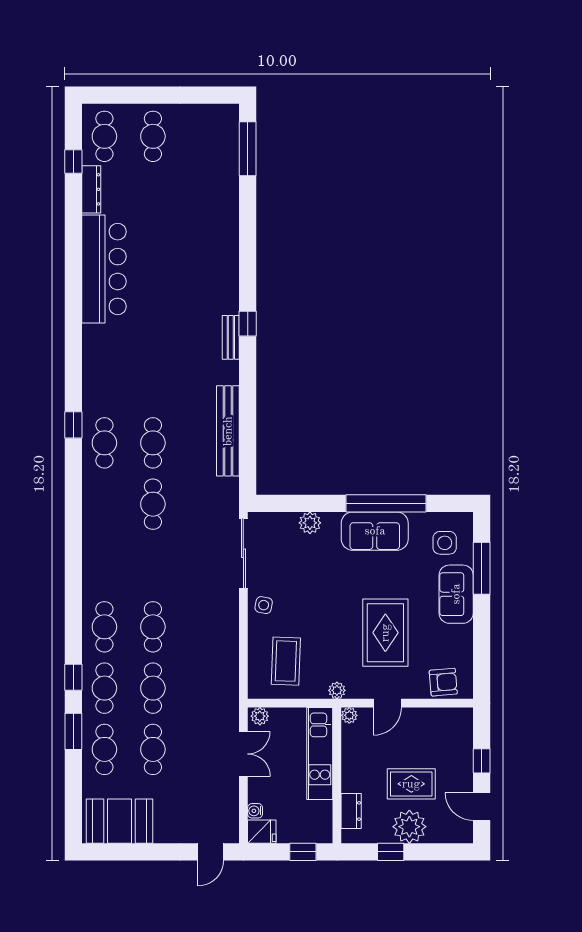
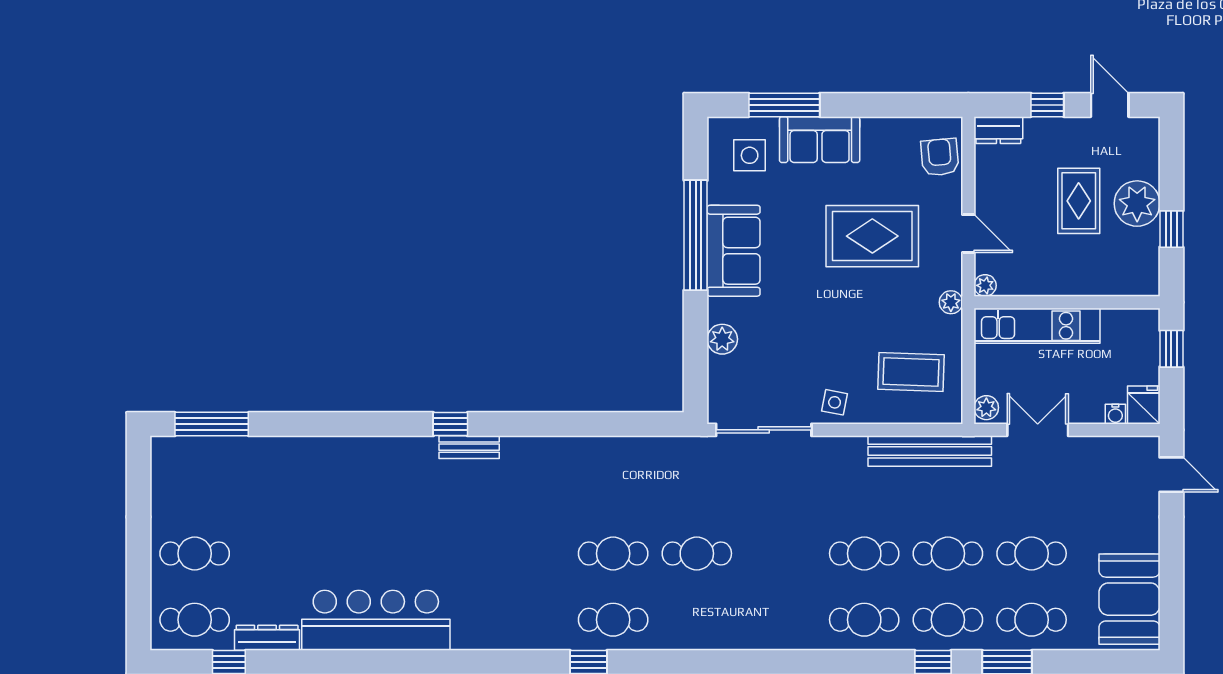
bench: (228, 431) -> (930, 451), moved
door: (482, 807) -> (1110, 105), swing flipped
dresser: (351, 811) -> (998, 130), moved, turned 180

